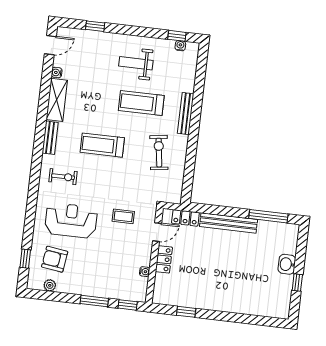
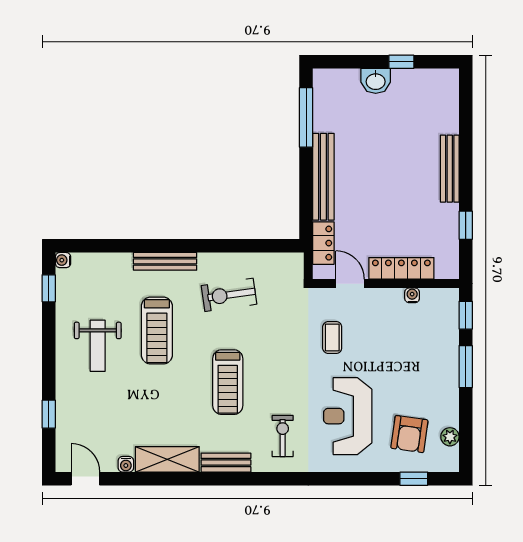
water cooler: (180, 46) -> (63, 260), moved
locker: (164, 259) -> (401, 268), width x1.53
bench: (224, 306) -> (450, 169), added

